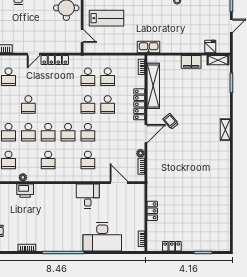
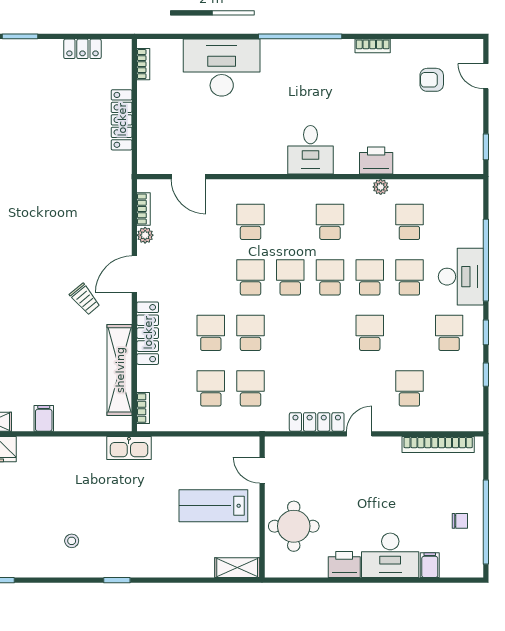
filing cabinet: (191, 62) -> (44, 418), width x0.50
desk: (88, 196) -> (310, 150), moved
locker: (152, 211) -> (122, 120), width x1.53

